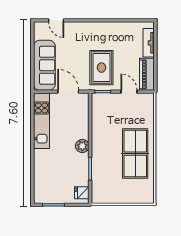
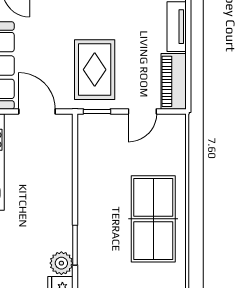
door: (129, 92) -> (142, 111), swing flipped
plant: (82, 146) -> (61, 263), moved

